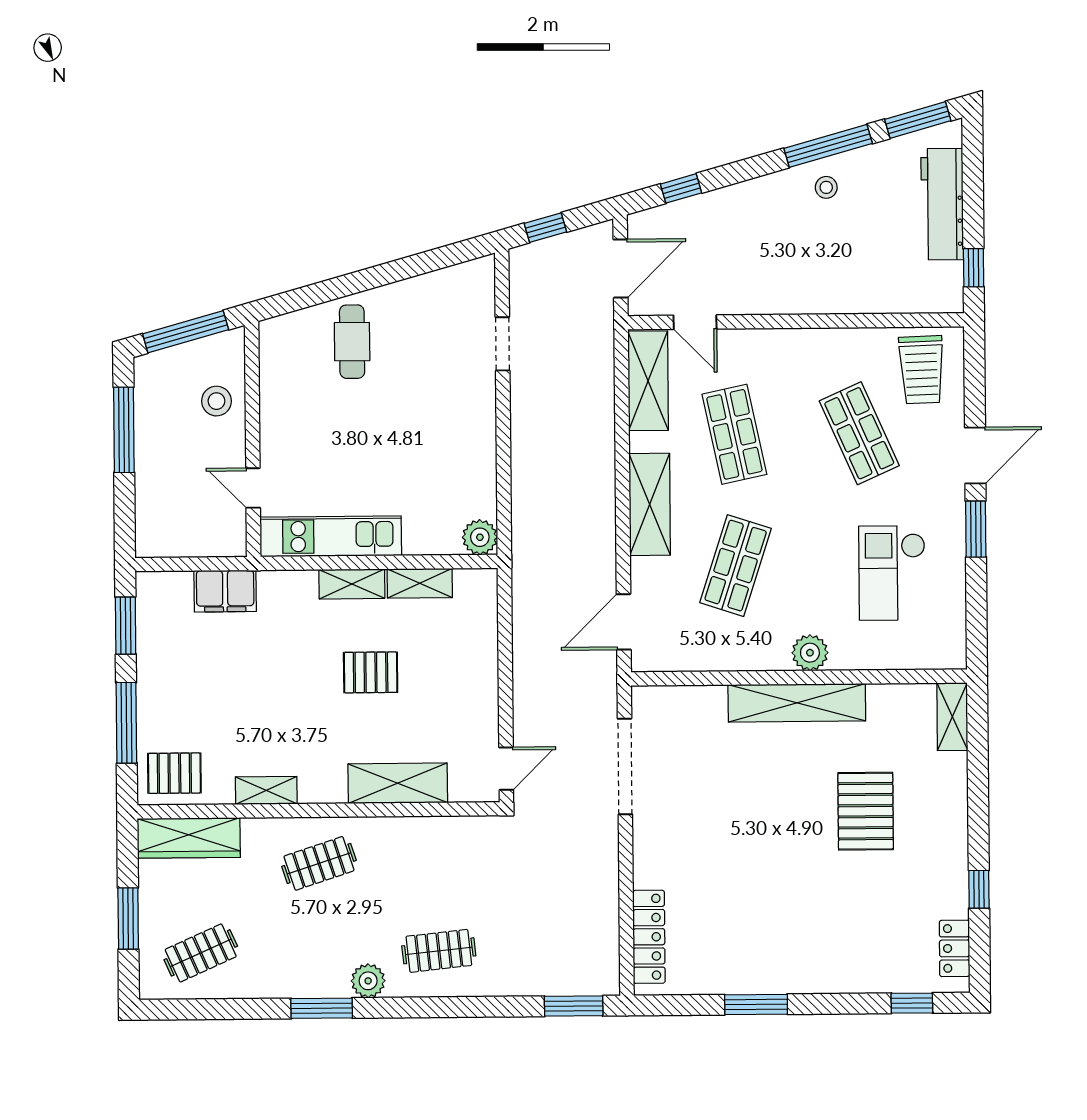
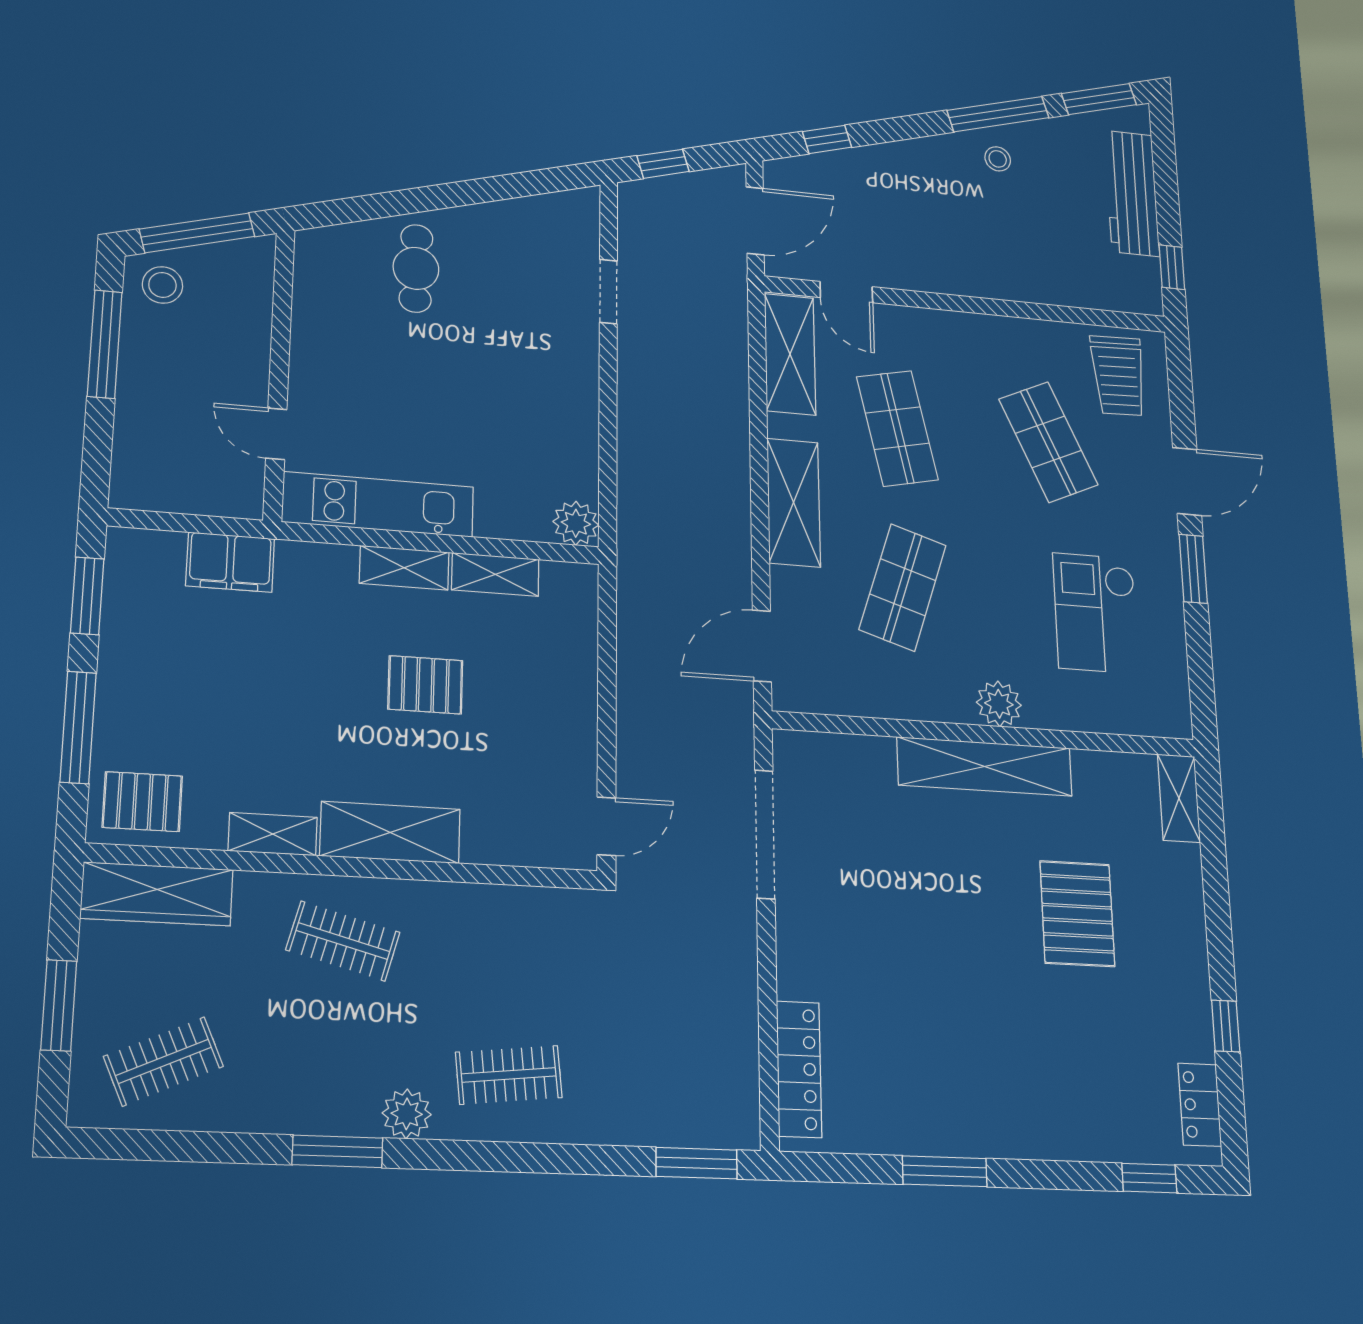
stool: (216, 401) -> (162, 285), moved
shelving: (398, 783) -> (390, 832), moved
clothes rail: (319, 863) -> (343, 941), turned 33

